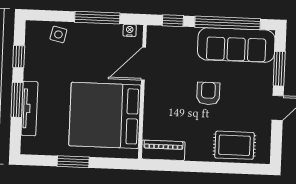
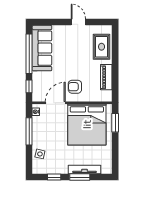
door: (143, 64) -> (55, 103), swing flipped
window: (279, 69) -> (55, 22), removed
armchair: (208, 93) -> (75, 87), moved
piano: (163, 150) -> (106, 77), moved
window: (73, 162) -> (115, 123), moved

